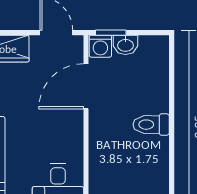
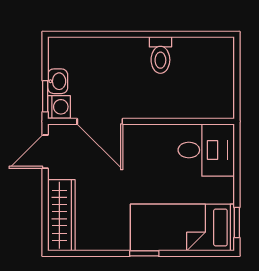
toilet: (151, 125) -> (160, 55), moved

